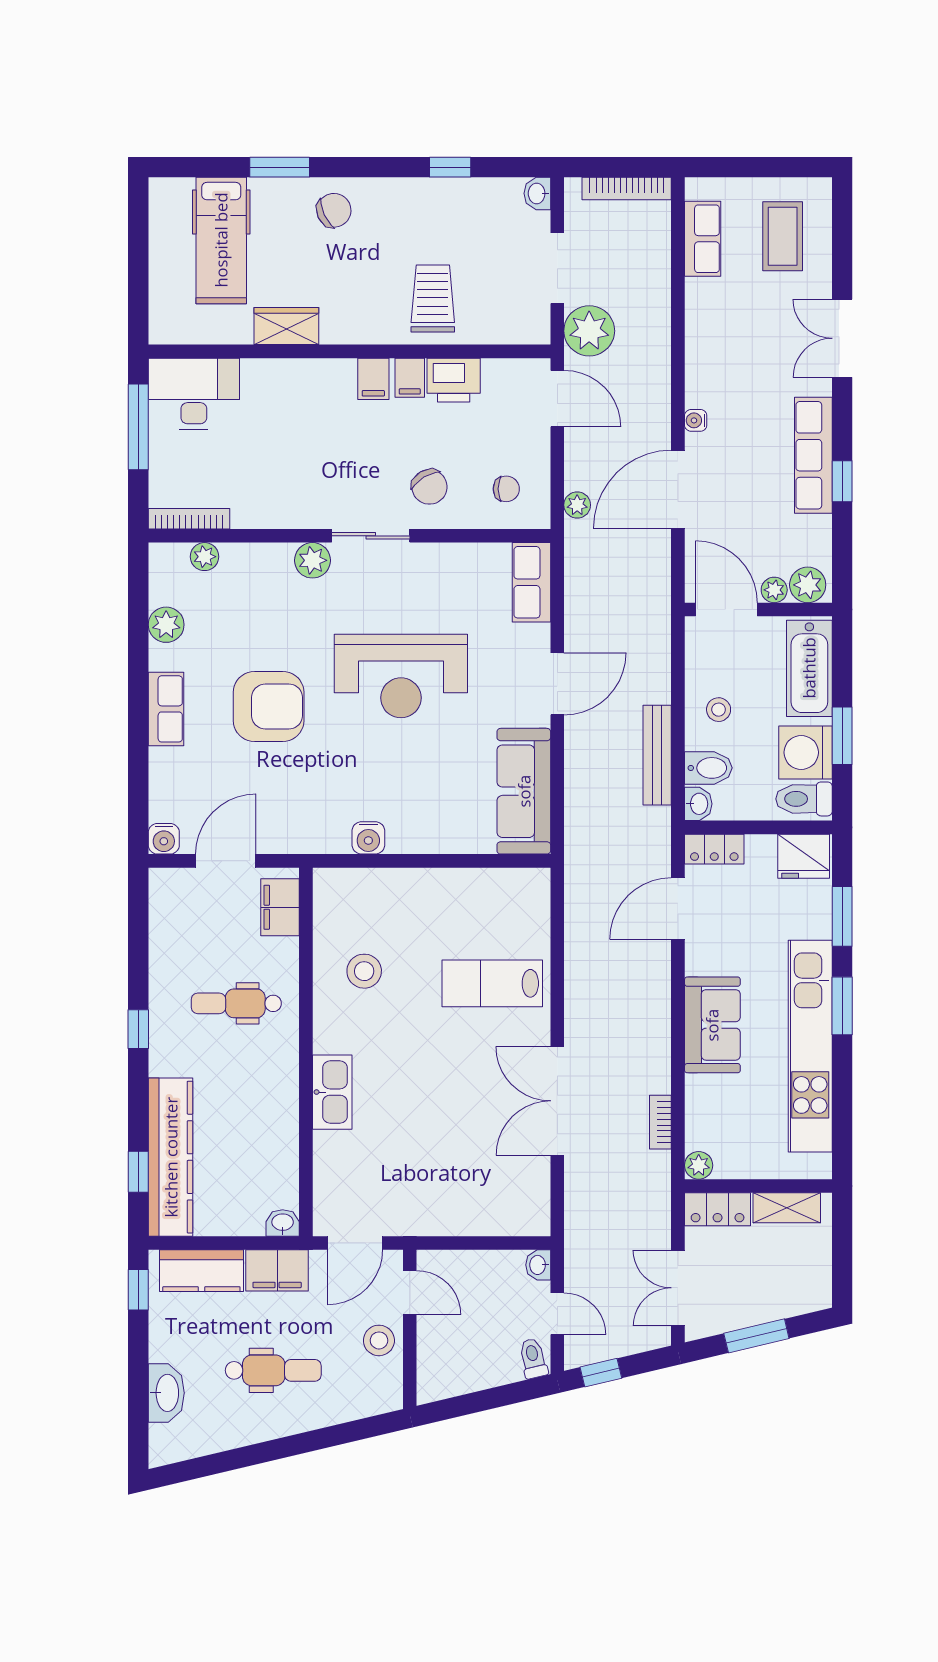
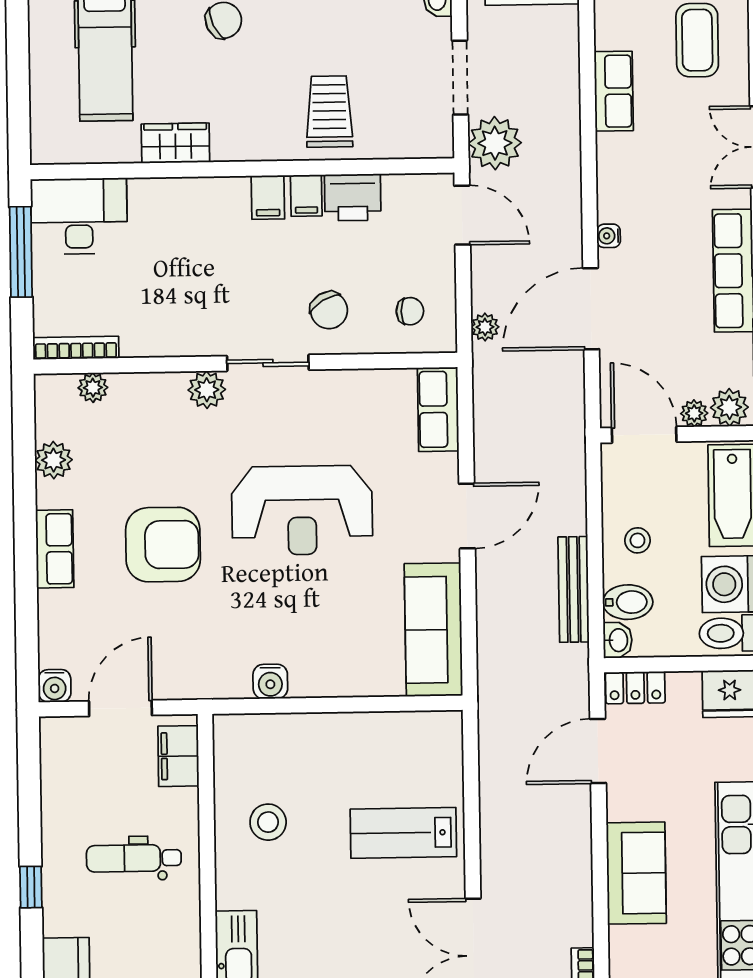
row of seats: (703, 239) -> (614, 91), moved

